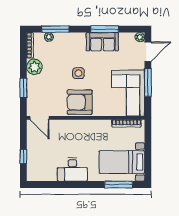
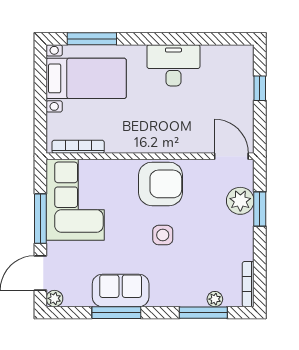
plant: (34, 67) -> (240, 201), moved

